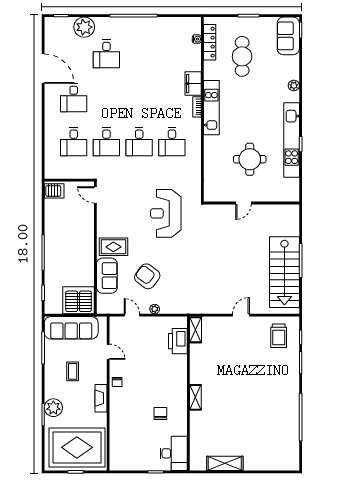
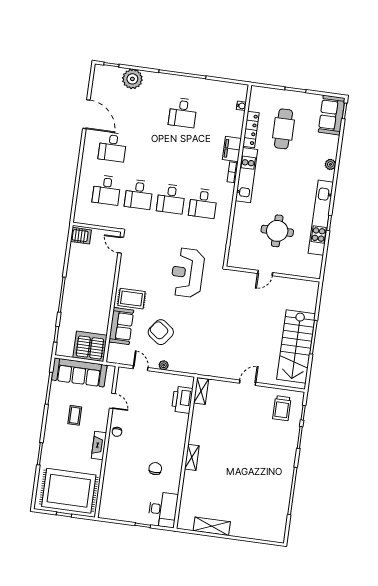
locker: (210, 42) -> (251, 129), moved
desk: (106, 54) -> (183, 113), moved
plant: (53, 408) -> (51, 448), removed

